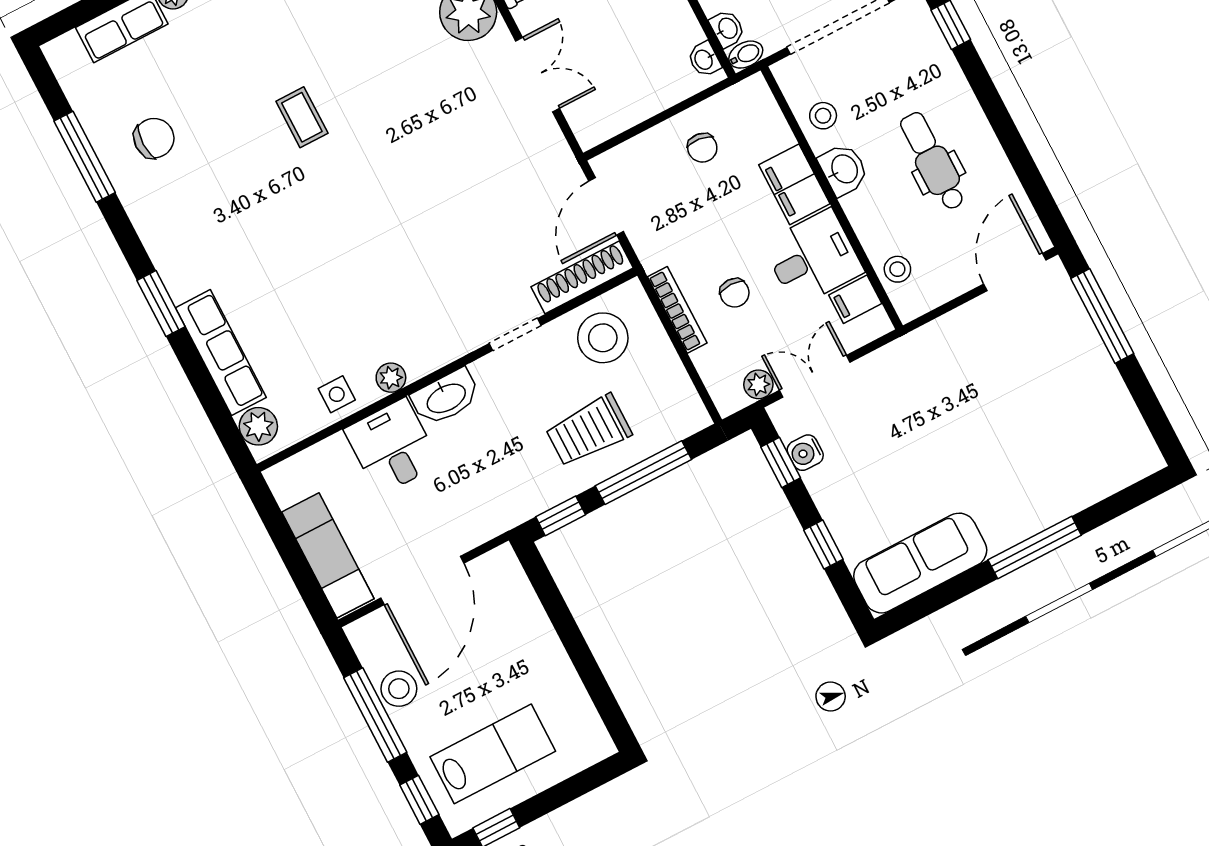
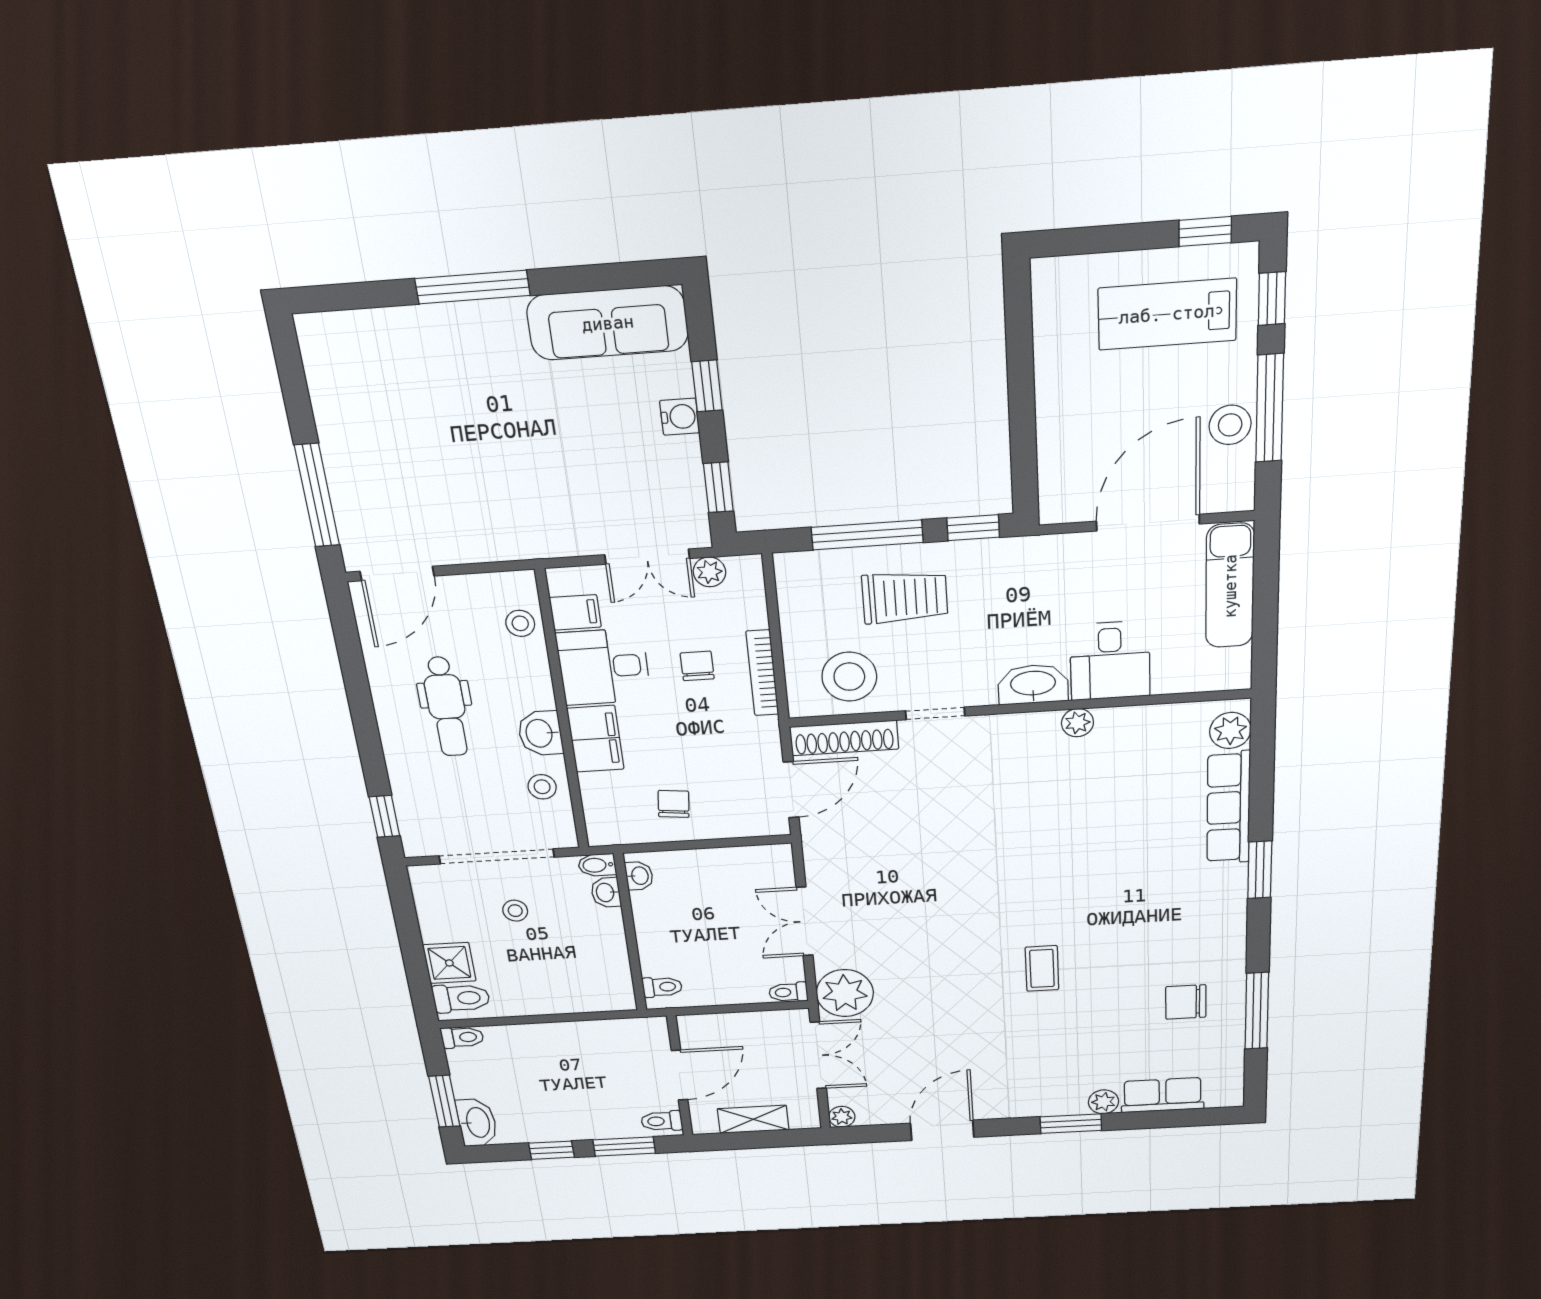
side table: (337, 394) -> (1138, 729), removed
water cooler: (805, 453) -> (680, 417), moved

